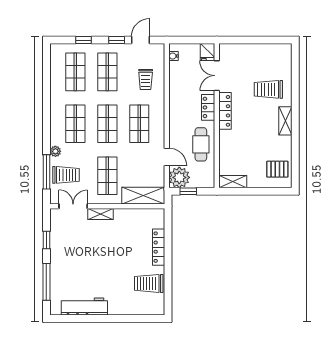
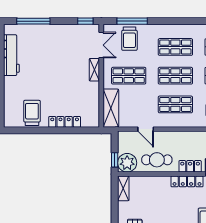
plant: (55, 151) -> (151, 29), removed
door: (167, 157) -> (146, 129), hinge flipped
plant: (179, 177) -> (127, 163), moved
window: (188, 191) -> (115, 160), moved
window: (46, 240) -> (85, 21), moved

